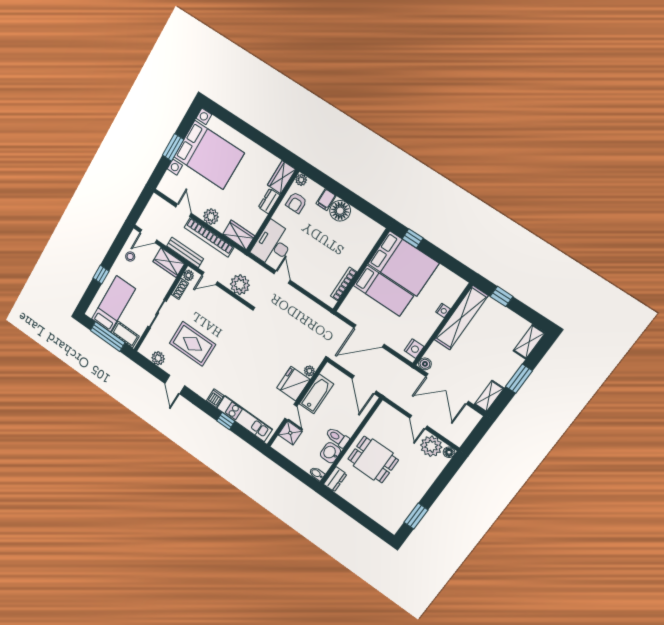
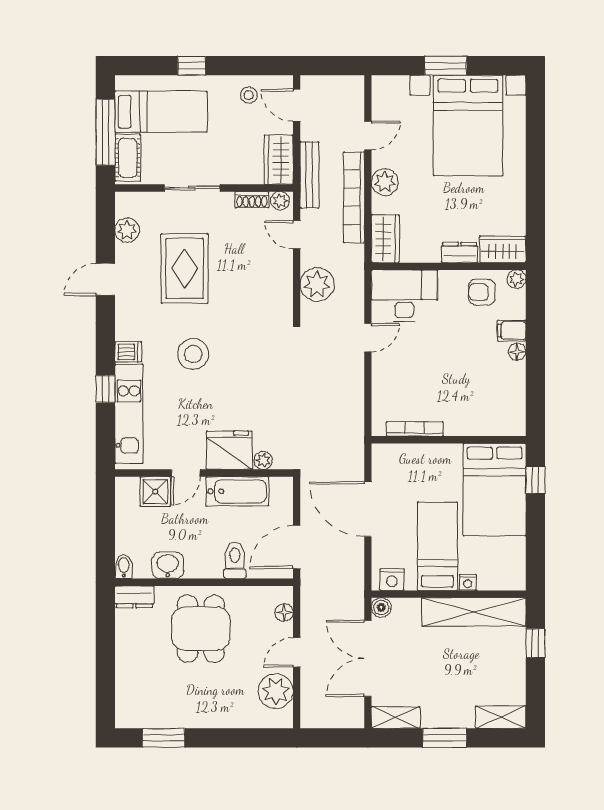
floor lamp: (340, 211) -> (517, 352), width x0.53, depth x0.53
bed: (383, 291) -> (437, 546), moved, turned 180
stool: (236, 368) -> (193, 354), added
toilet: (337, 437) -> (235, 560), moved
floor lamp: (449, 452) -> (284, 612), moved

